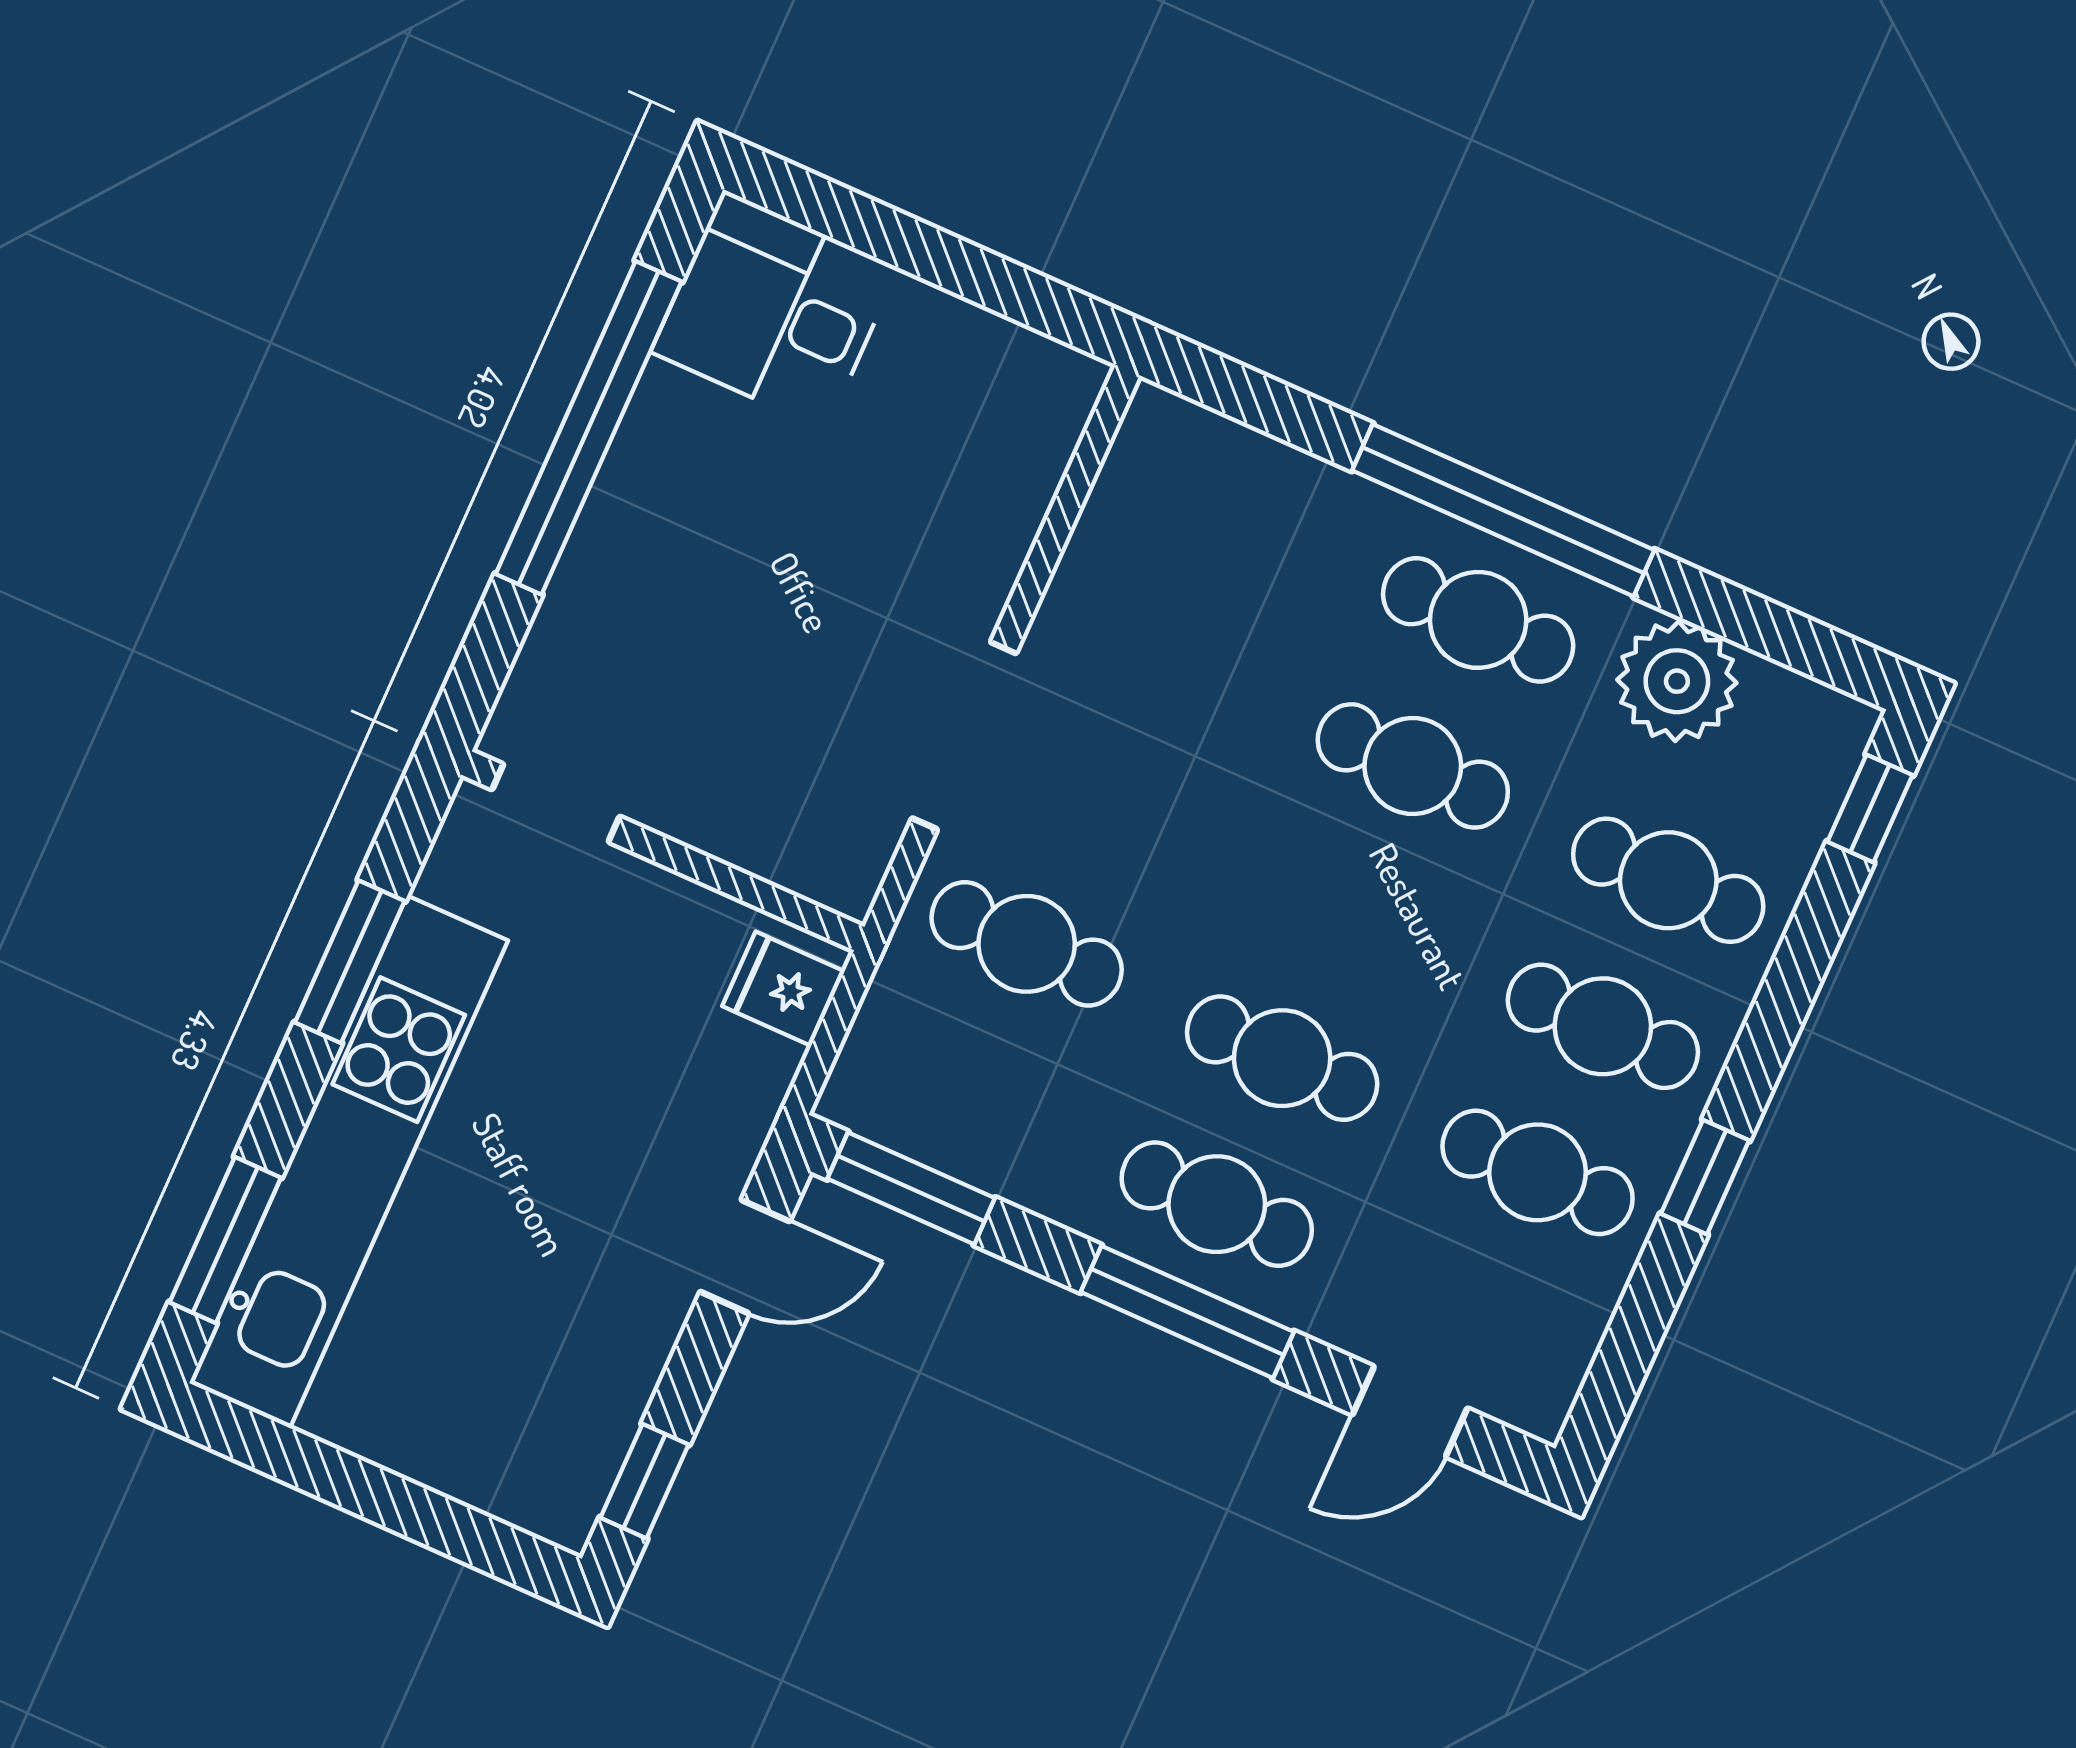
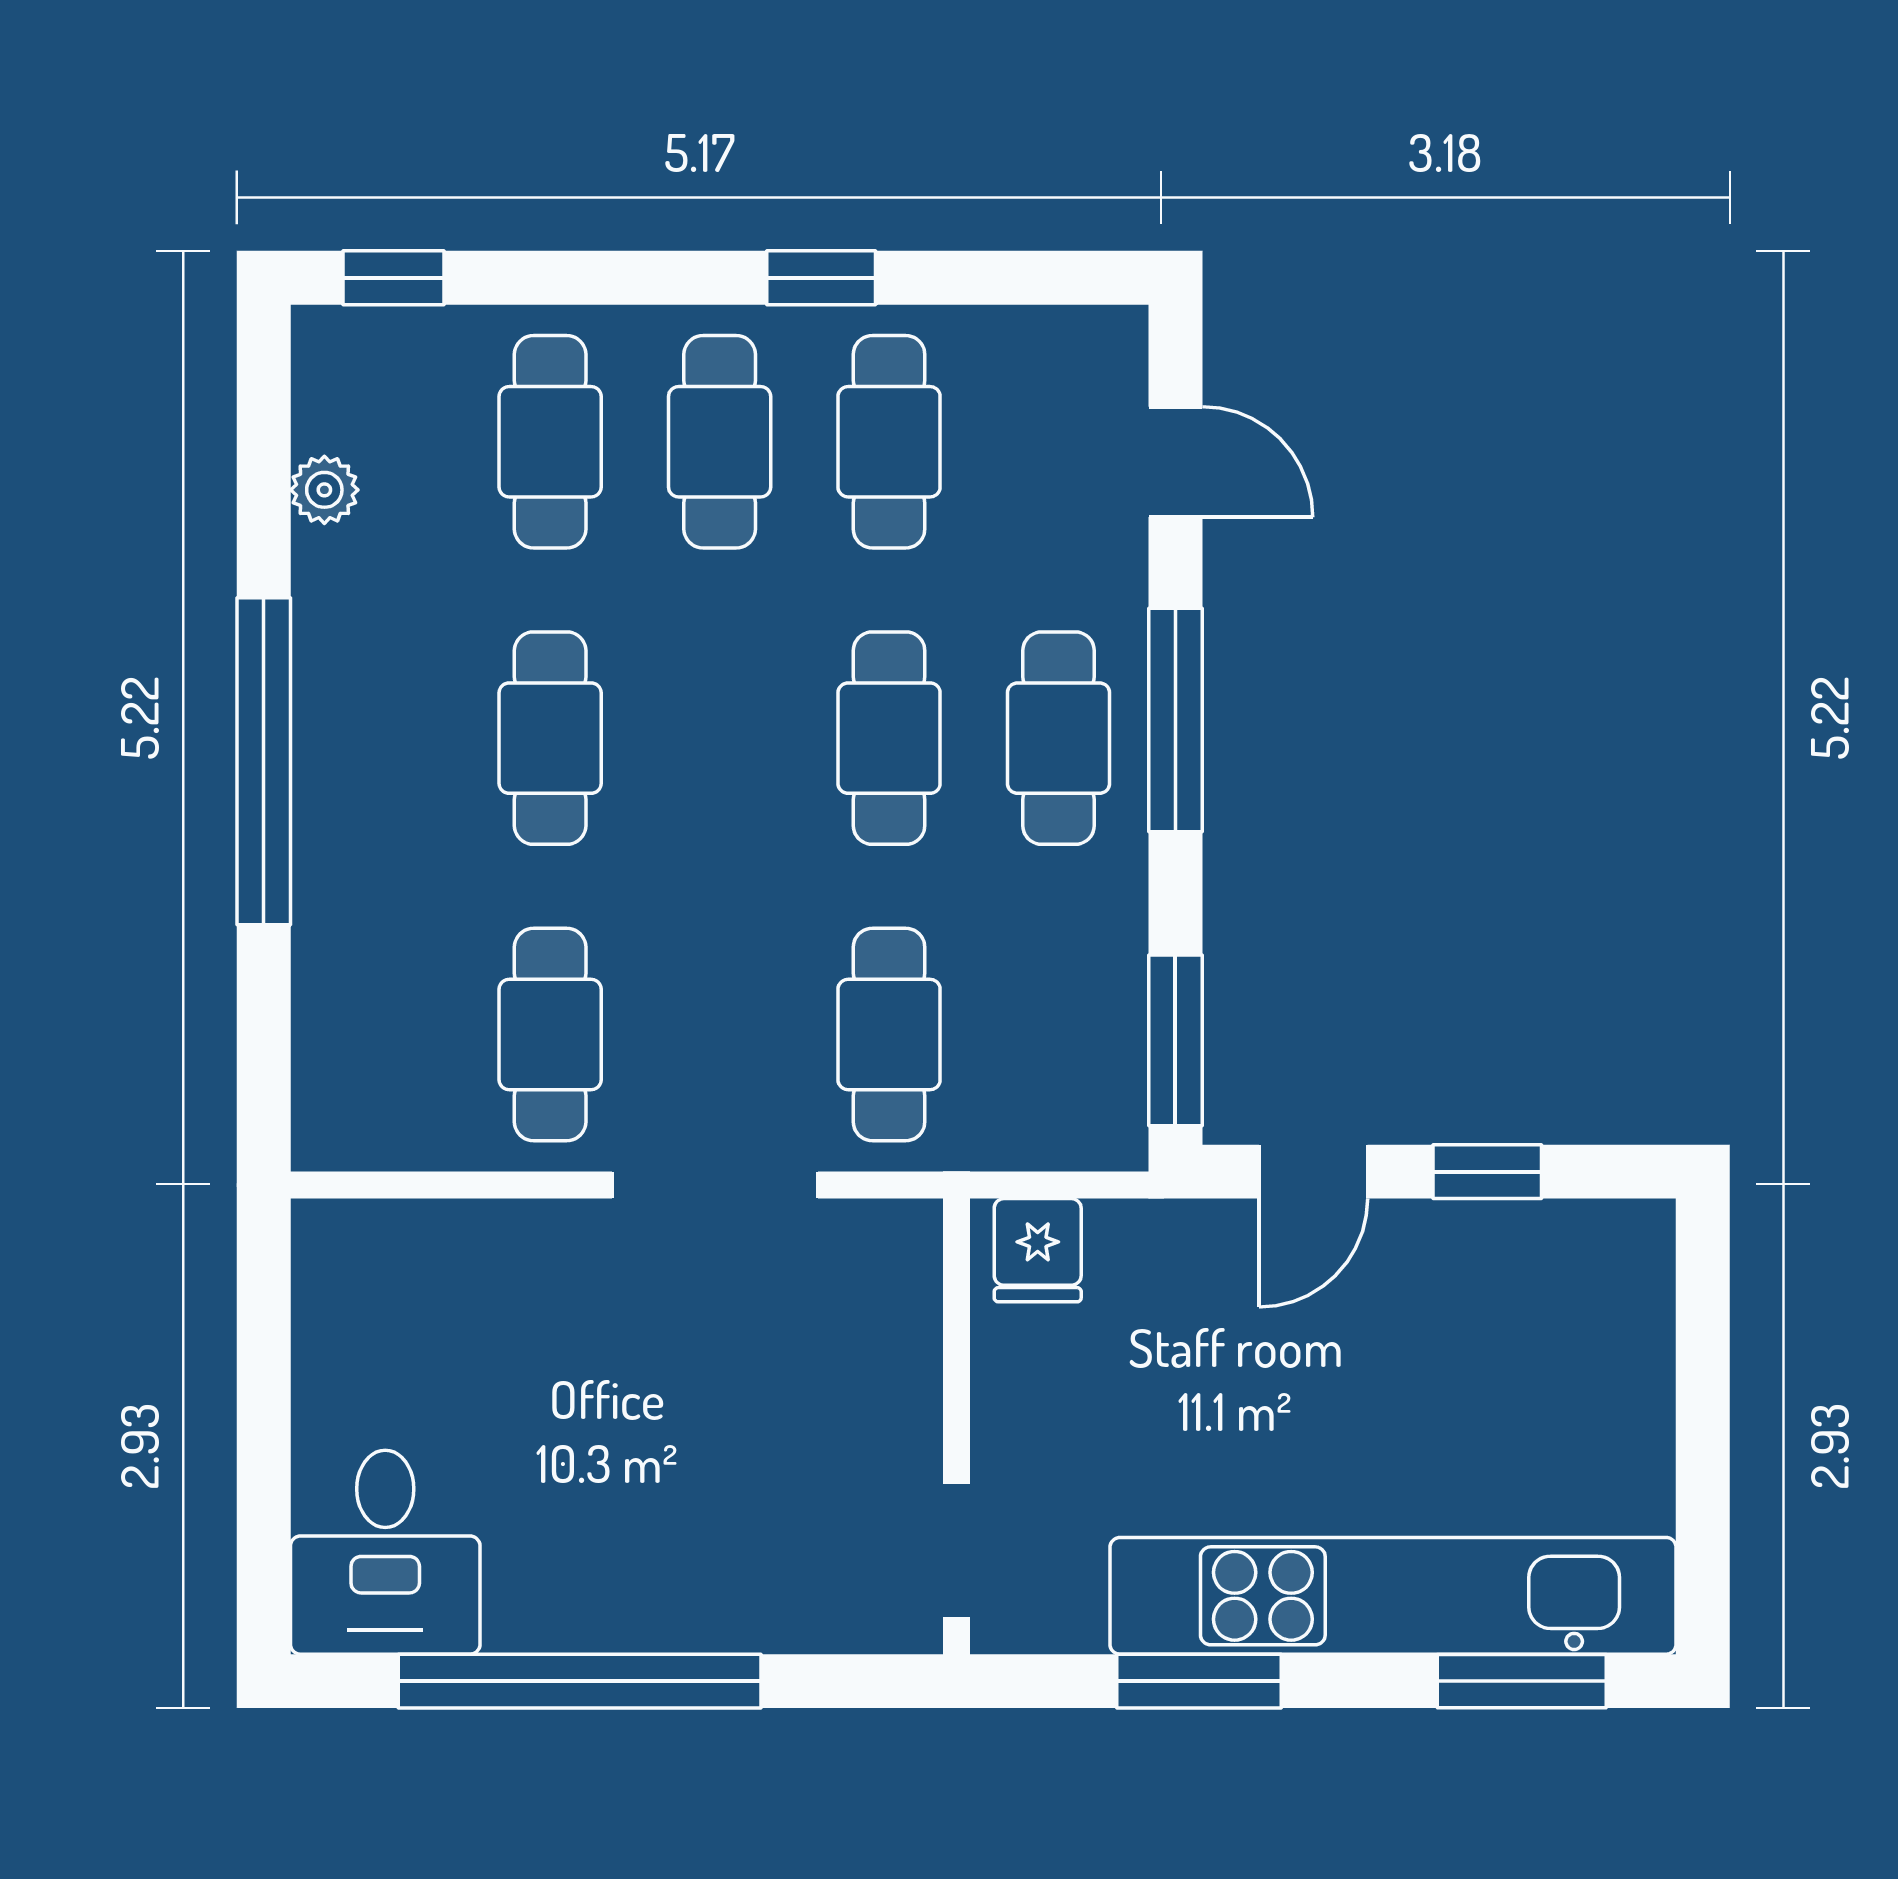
cafe table: (1478, 620) -> (550, 1034), moved
plant: (1677, 681) -> (324, 490), width x0.53, depth x0.53
door: (745, 1257) -> (1313, 1172), swing flipped
window: (644, 1481) -> (1487, 1172), moved

